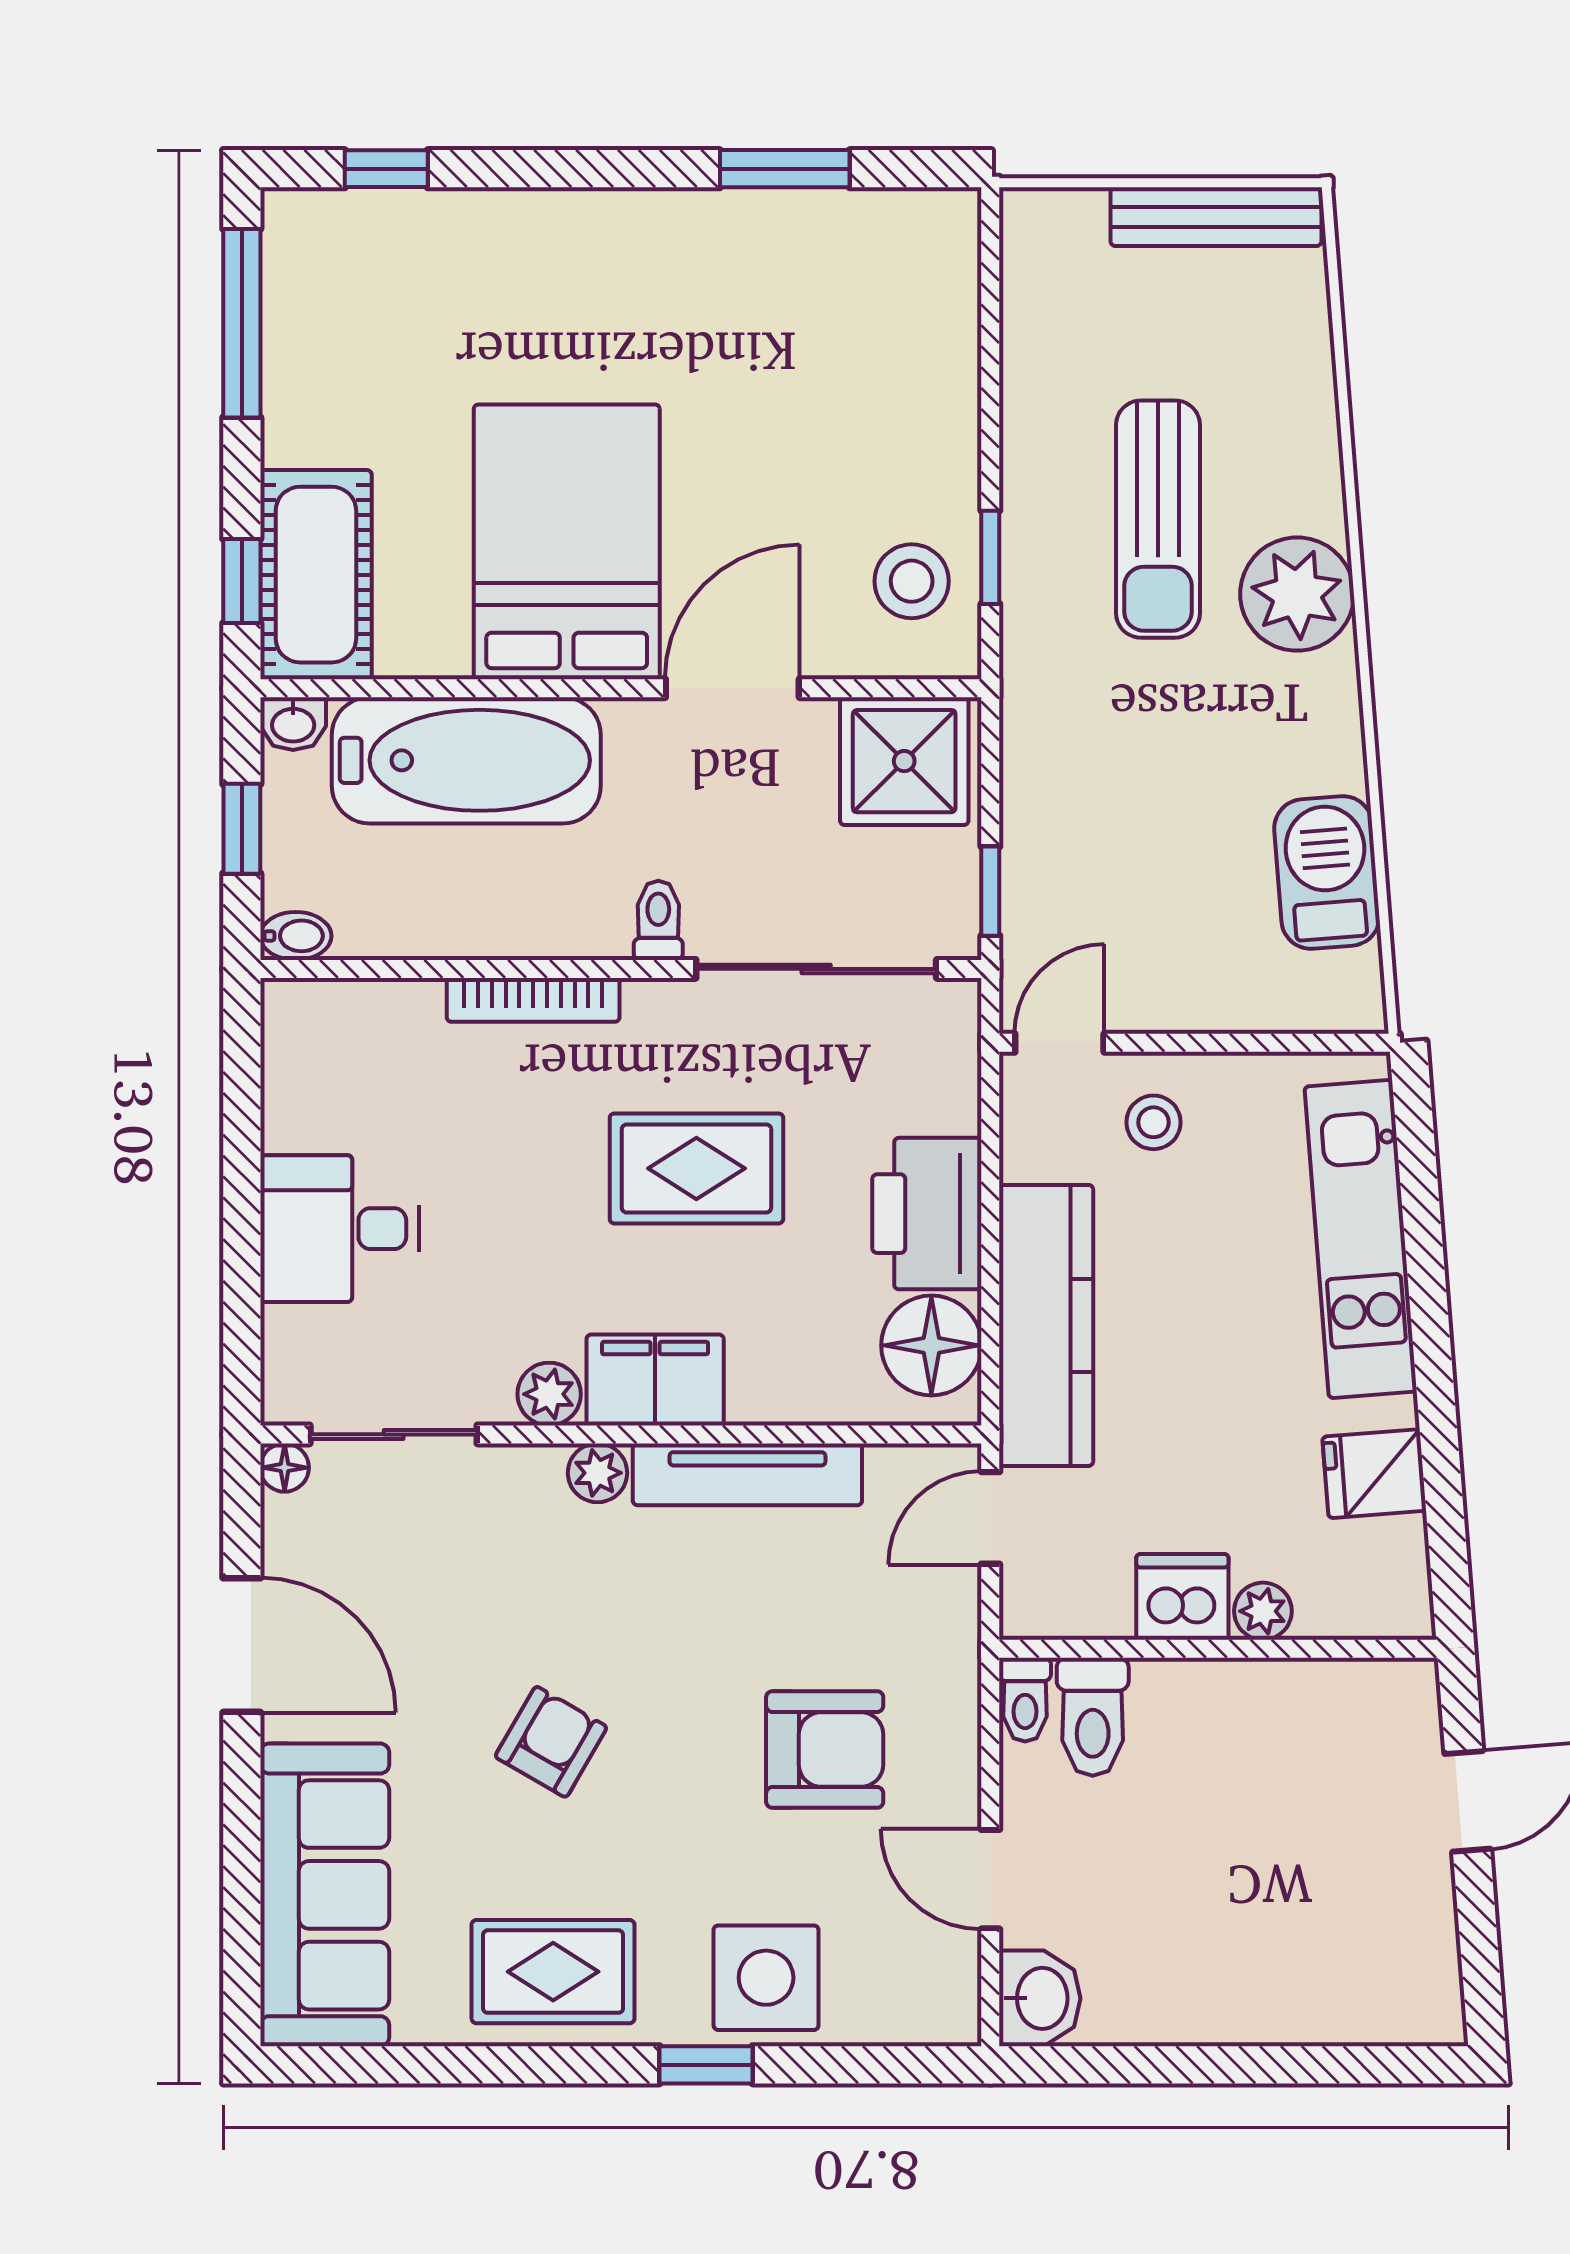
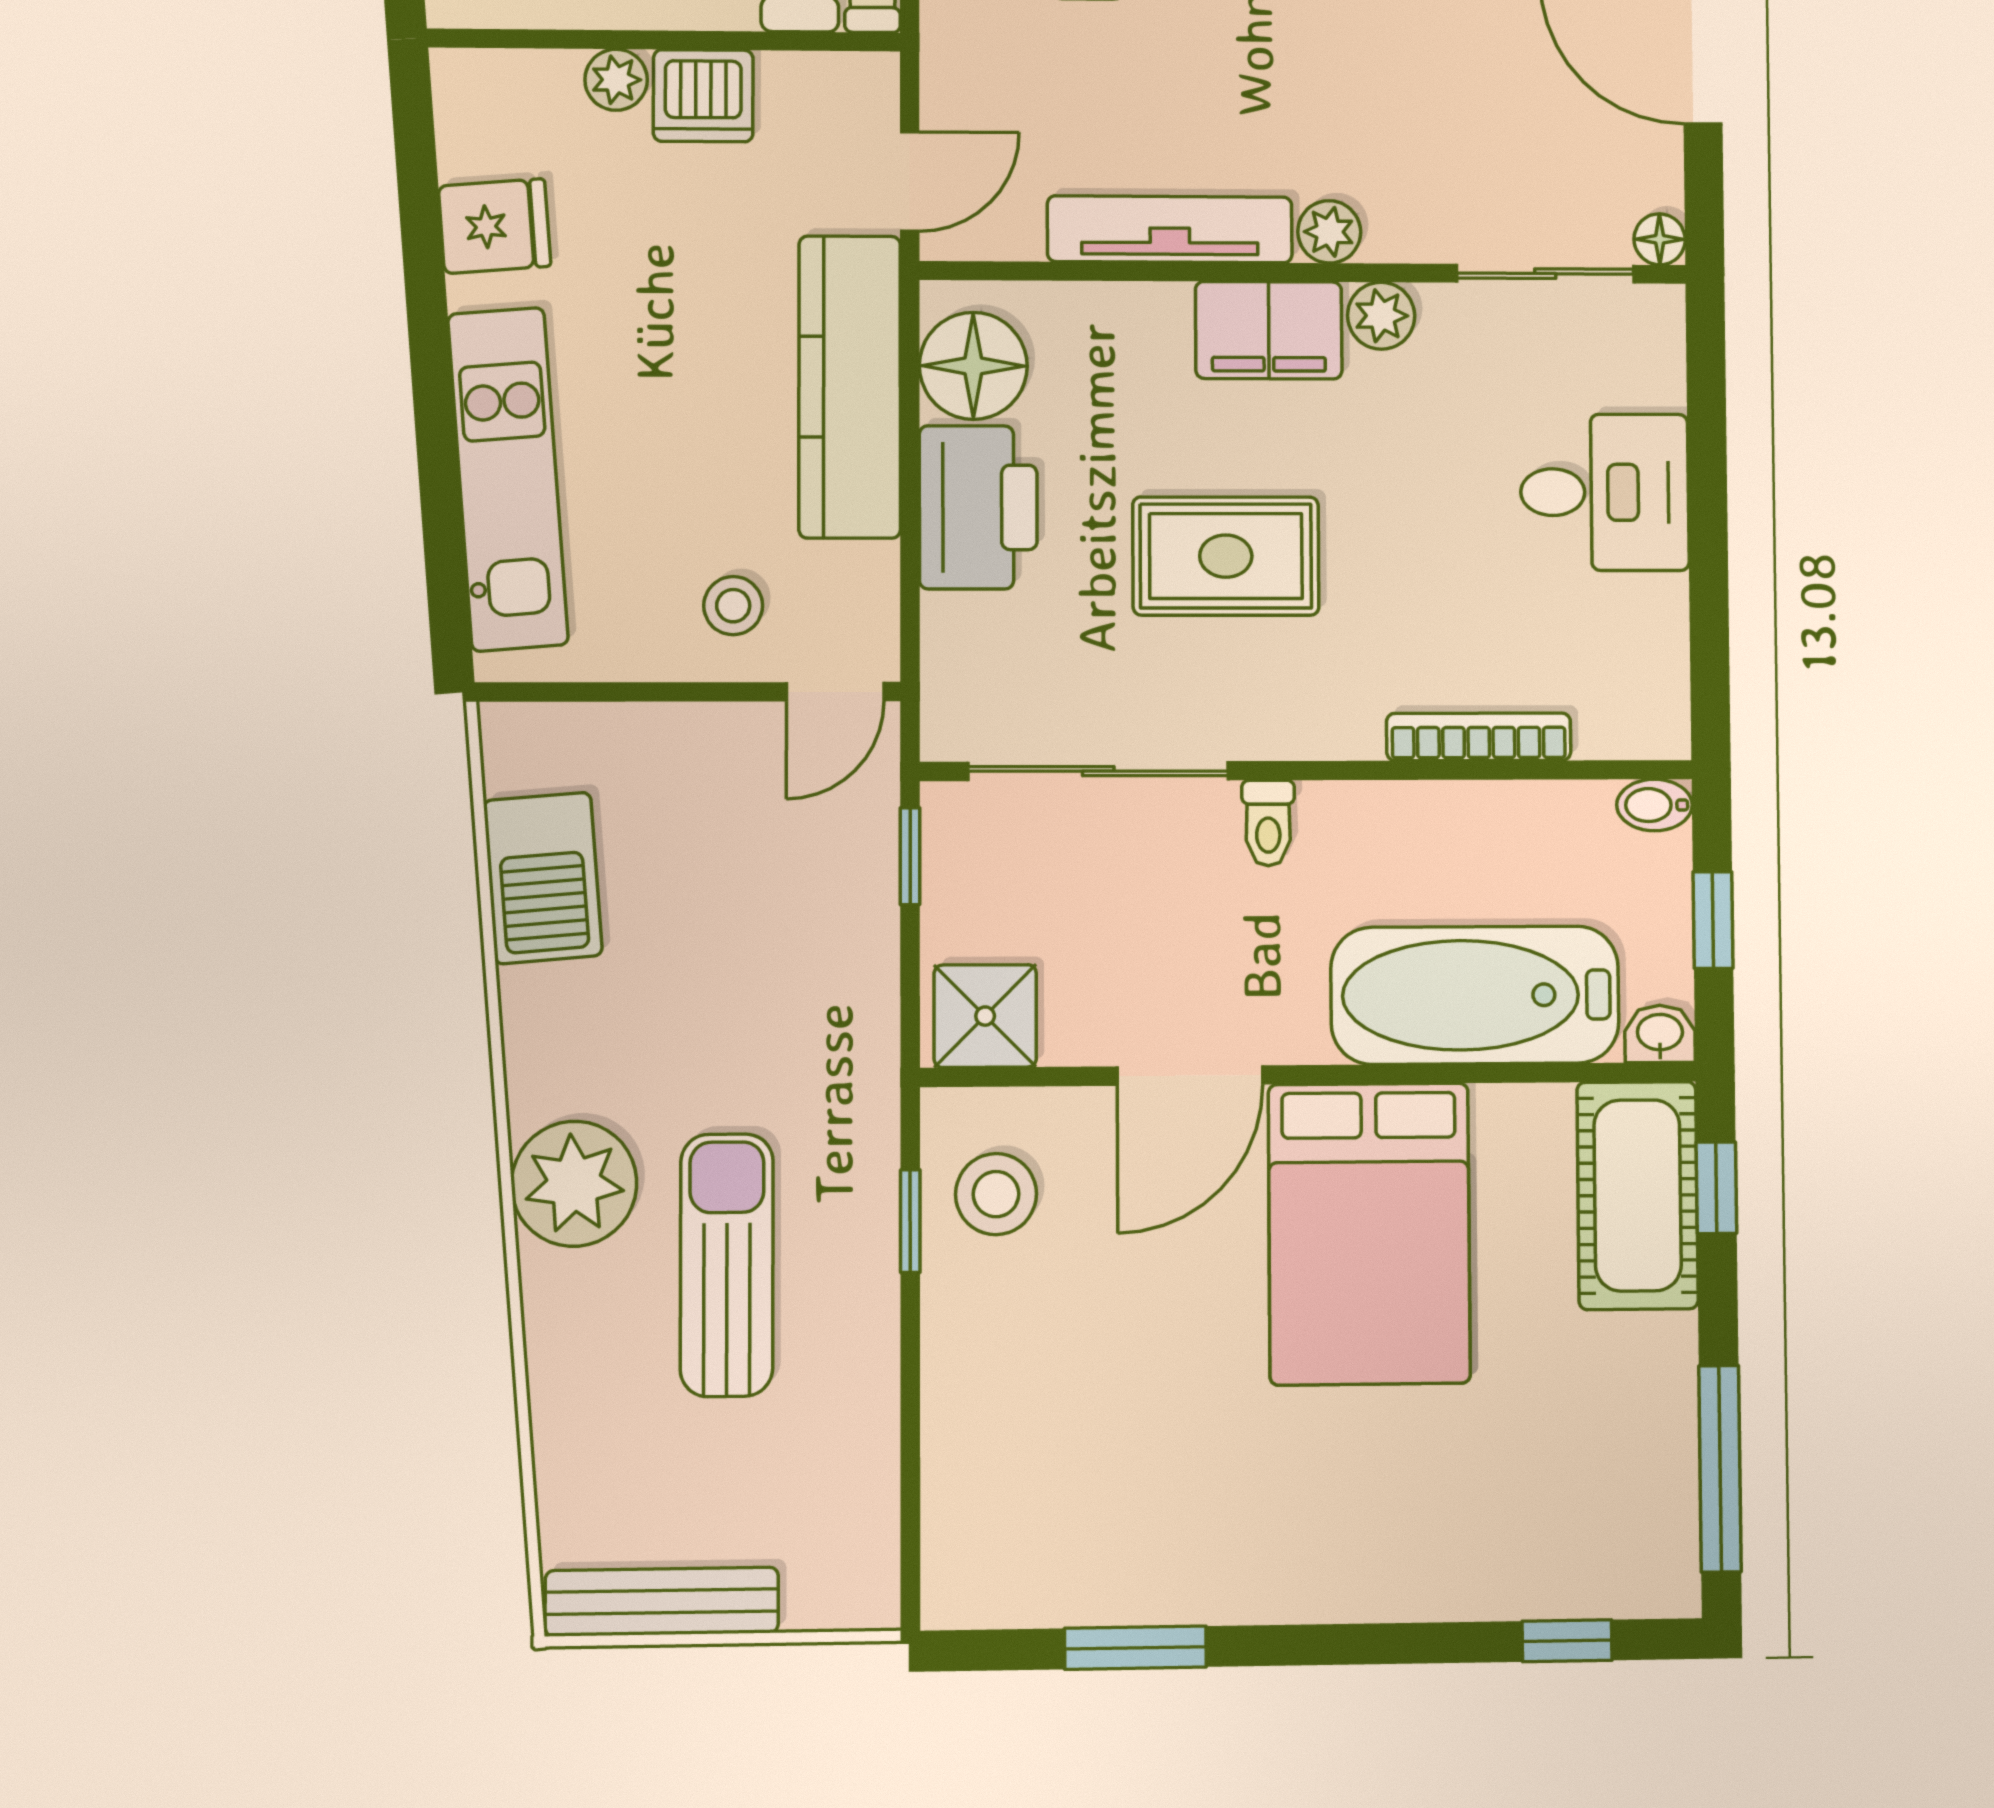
shower: (904, 761) -> (985, 1016), width x0.73, depth x0.73
bookcase: (533, 1000) -> (1479, 737), moved

